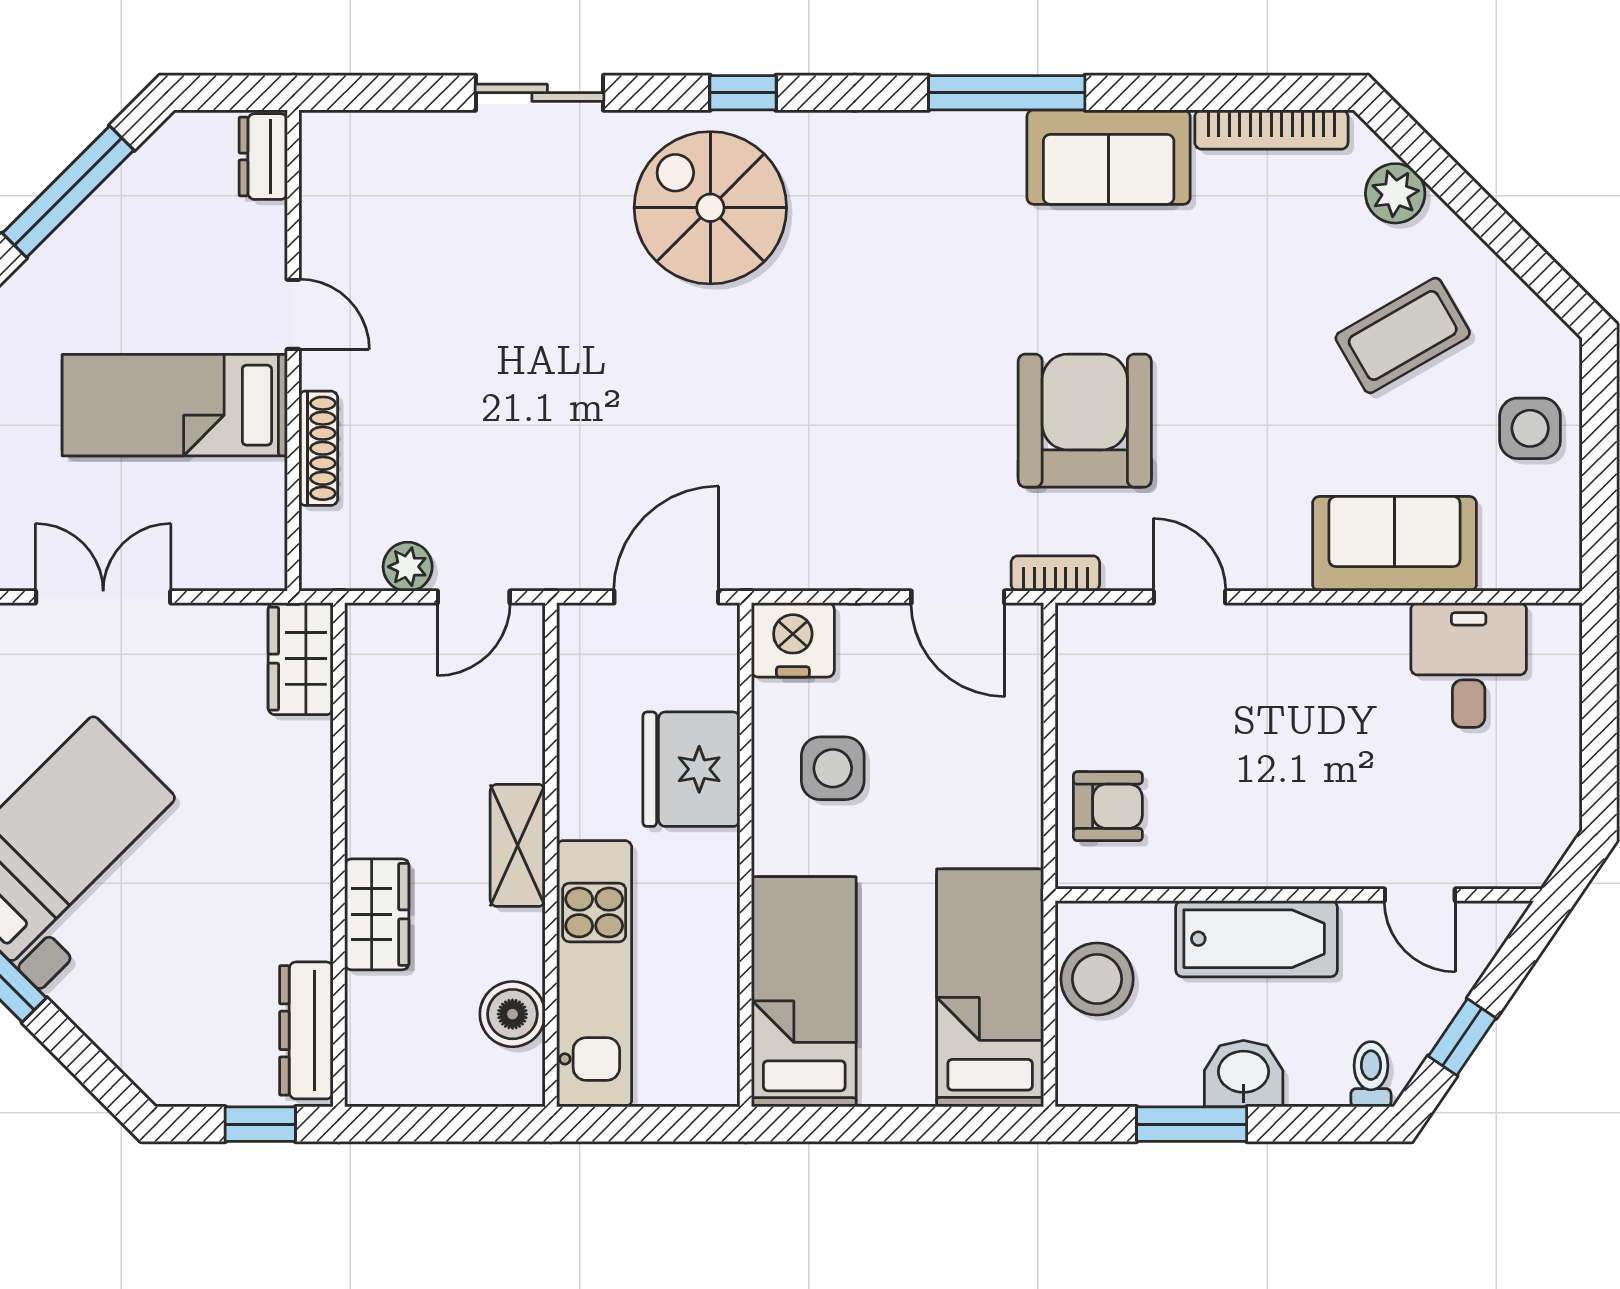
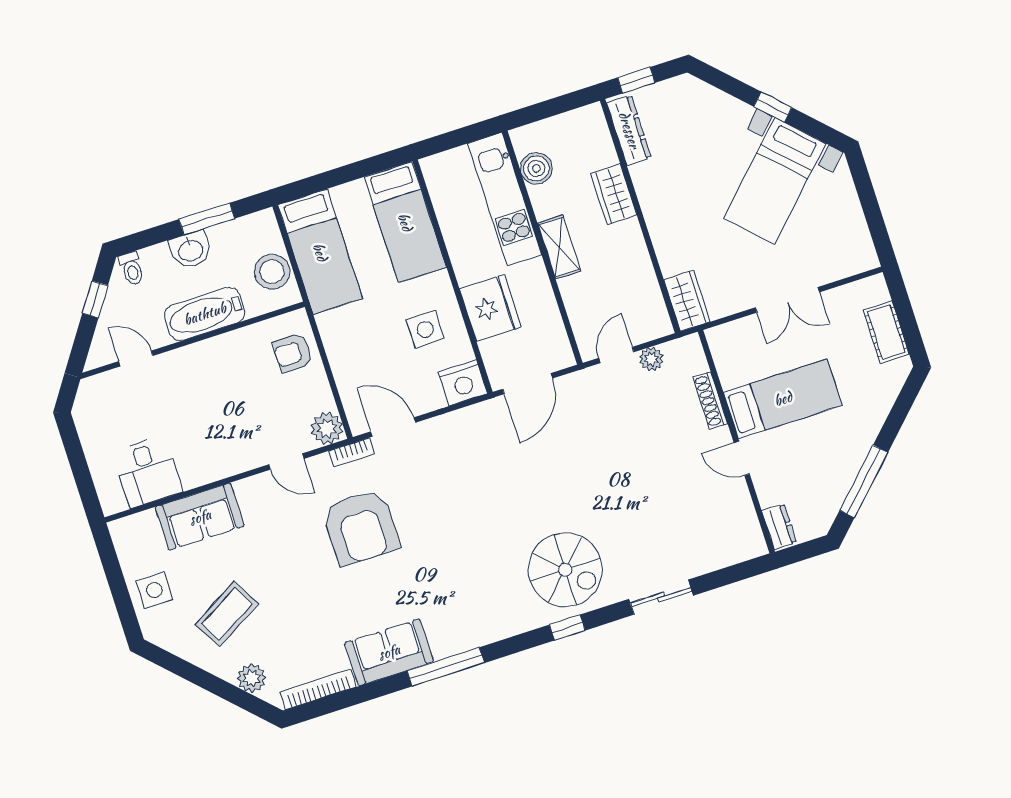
plant: (1089, 636) -> (327, 428), added

